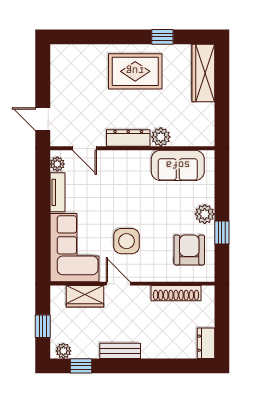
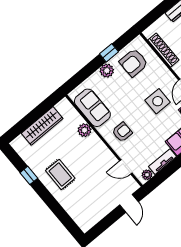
rug: (135, 71) -> (60, 174), width x0.73, depth x0.70
wardrobe: (203, 73) -> (42, 126), moved
dresser: (128, 138) -> (100, 148), removed
door: (84, 148) -> (126, 167), swing flipped
armchair: (125, 175) -> (122, 132), added

